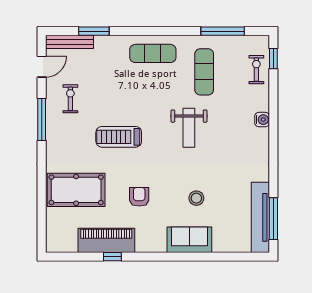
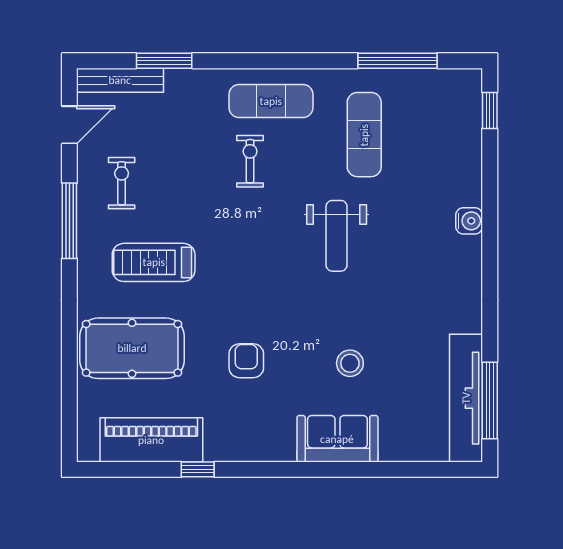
exercise bike: (256, 70) -> (250, 161), moved
treadmill: (119, 137) -> (154, 262), moved
piano: (106, 240) -> (151, 440), moved

